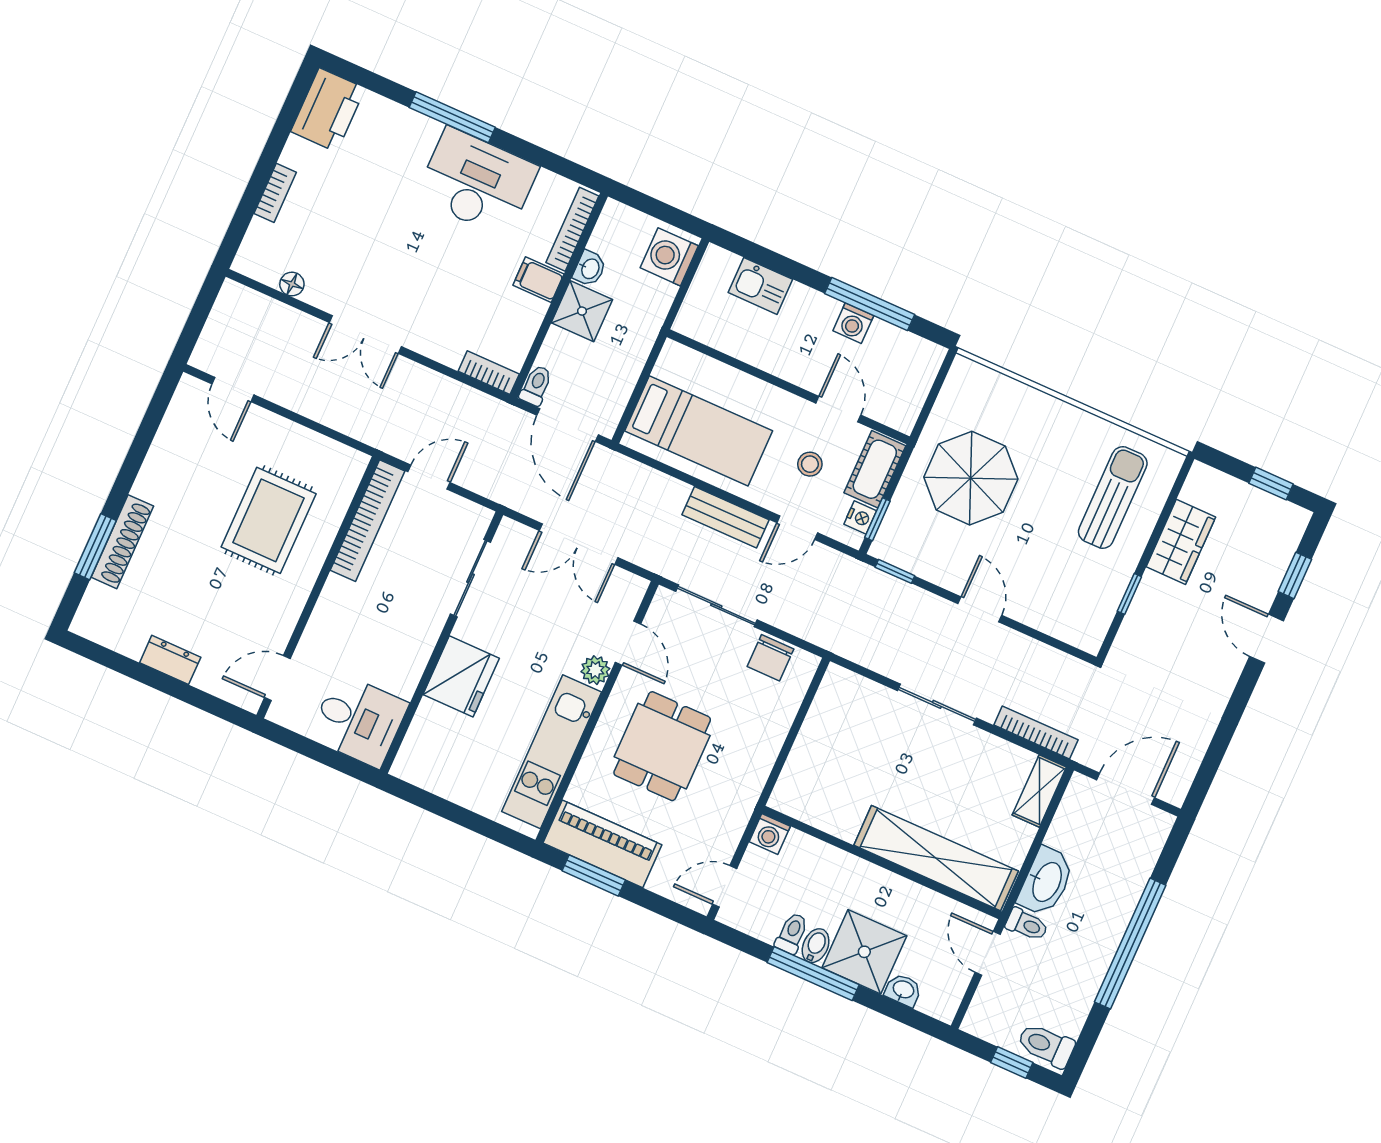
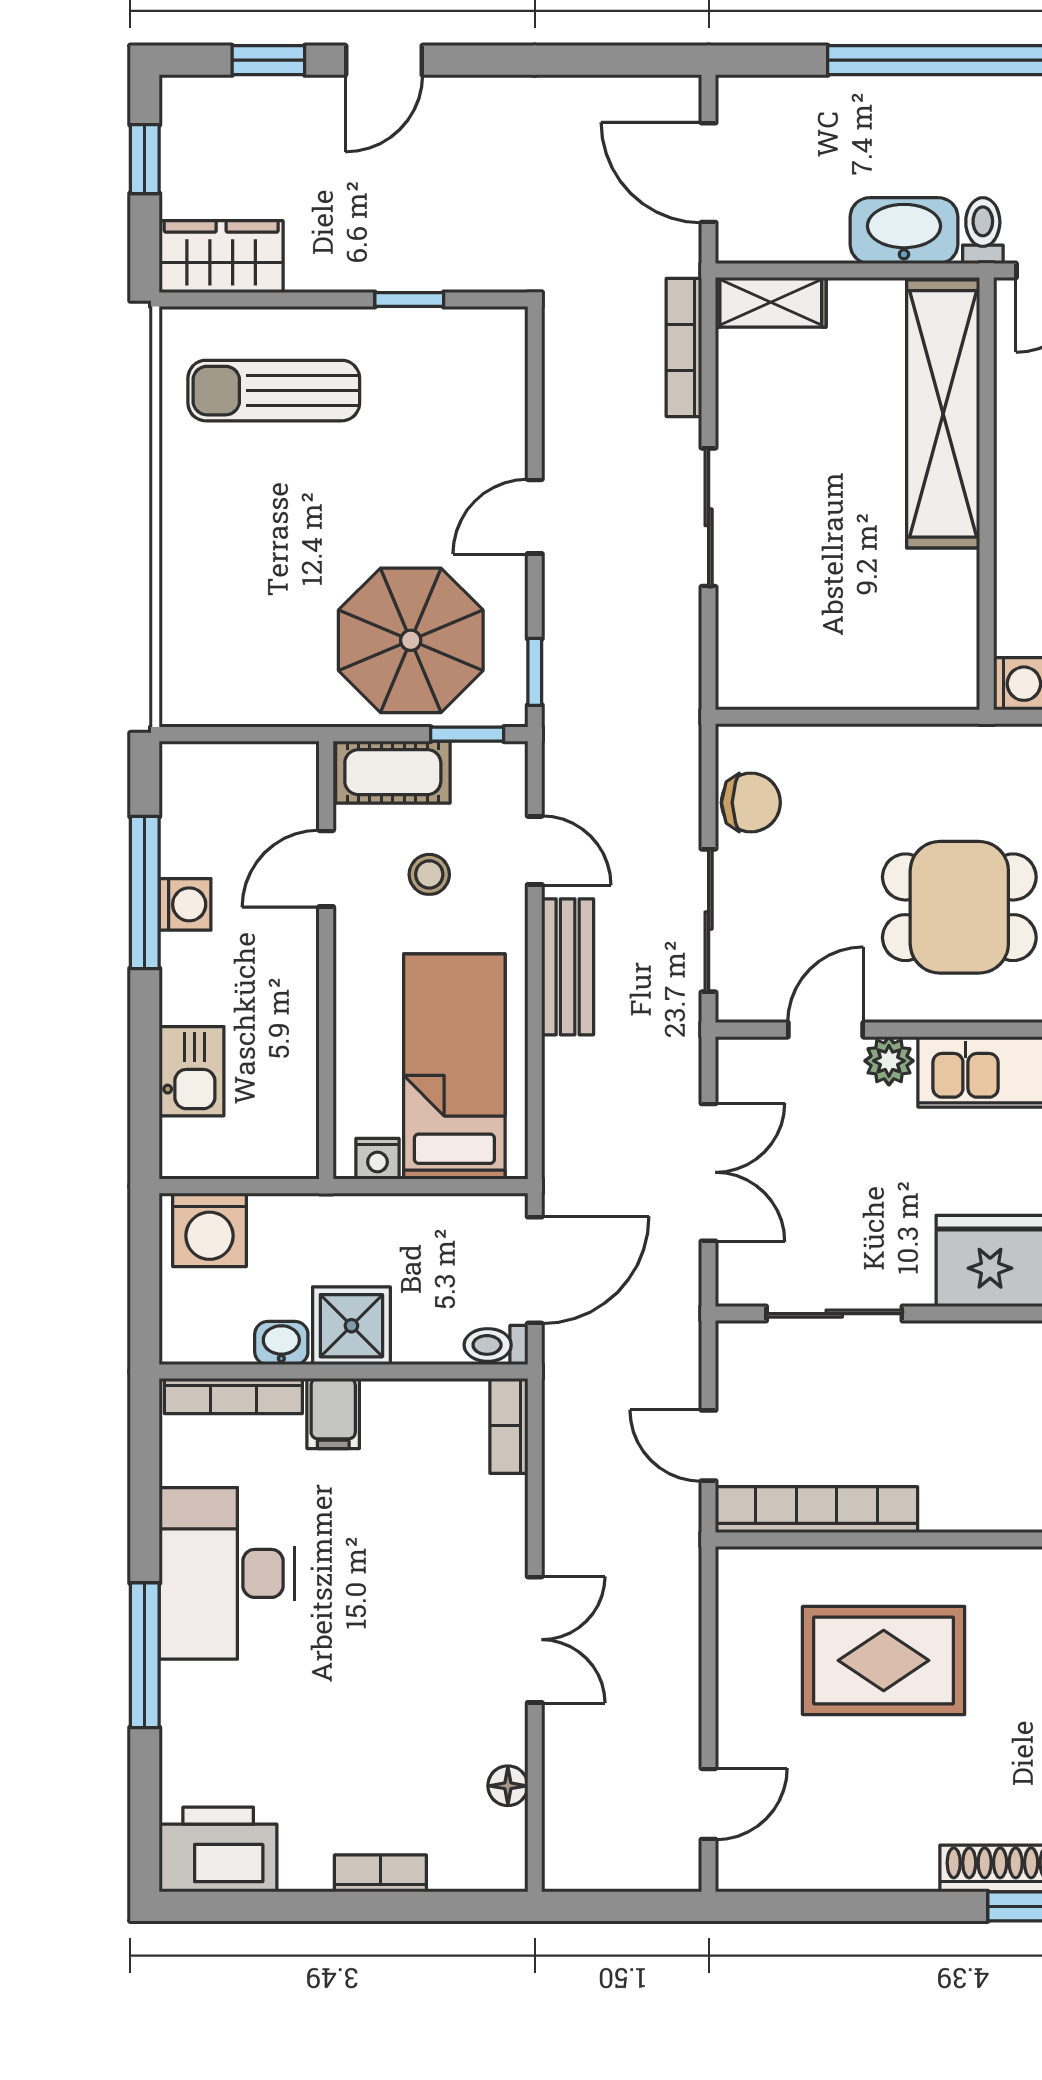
parasol: (971, 478) -> (411, 640), moved
nightstand: (860, 518) -> (377, 1159), moved, turned 180
wardrobe: (1181, 542) -> (221, 257), moved

